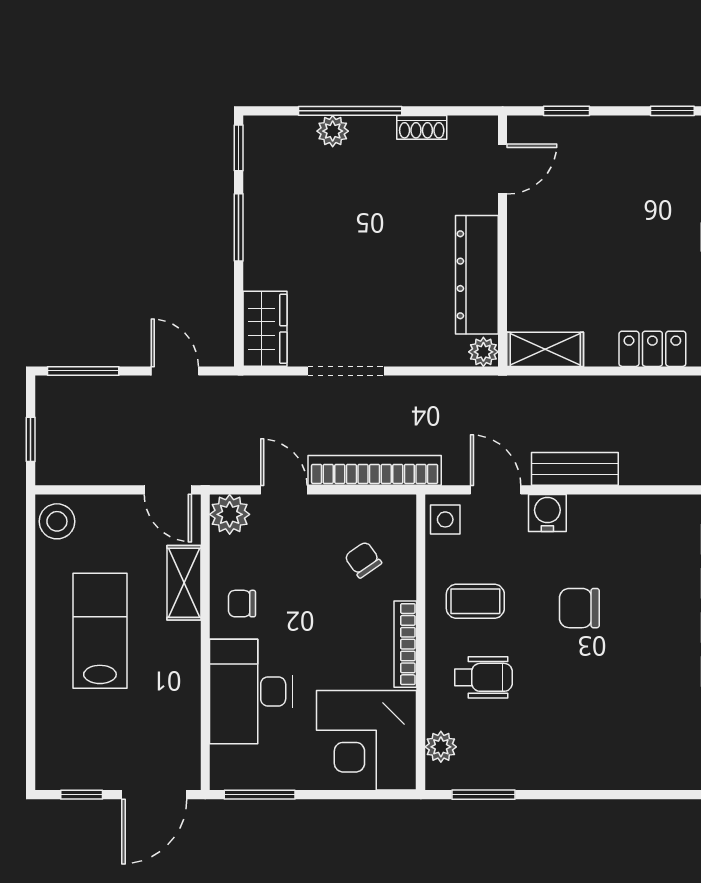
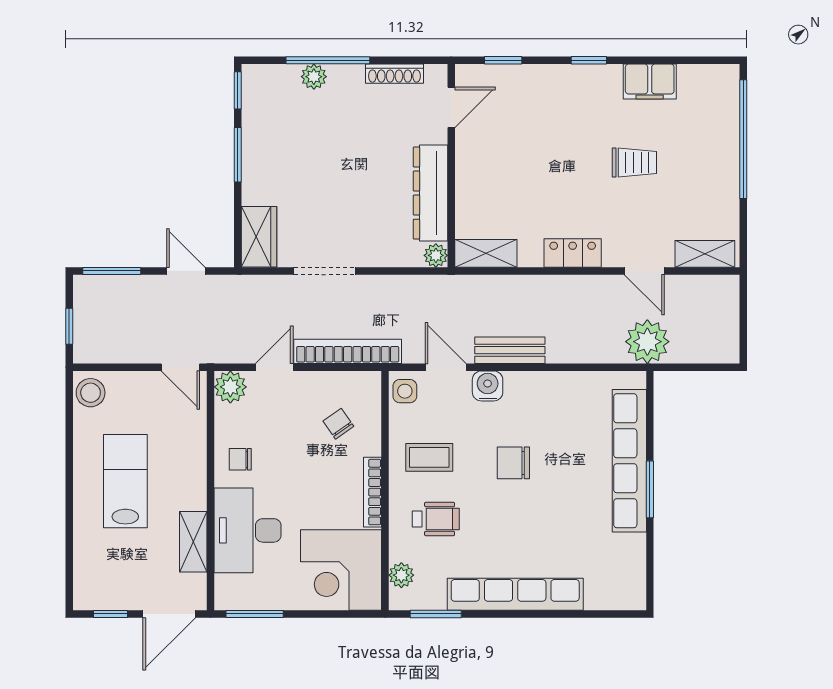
shoe rack: (422, 127) -> (395, 74), width x1.43
door: (284, 490) -> (274, 367), hinge flipped
shelving: (184, 583) -> (193, 542), moved
row of seats: (581, 770) -> (515, 594), added

